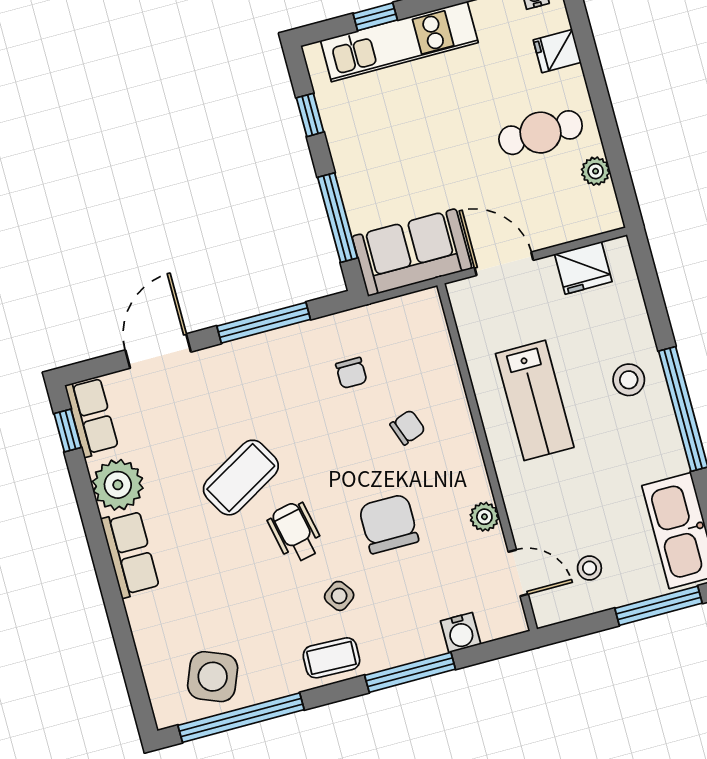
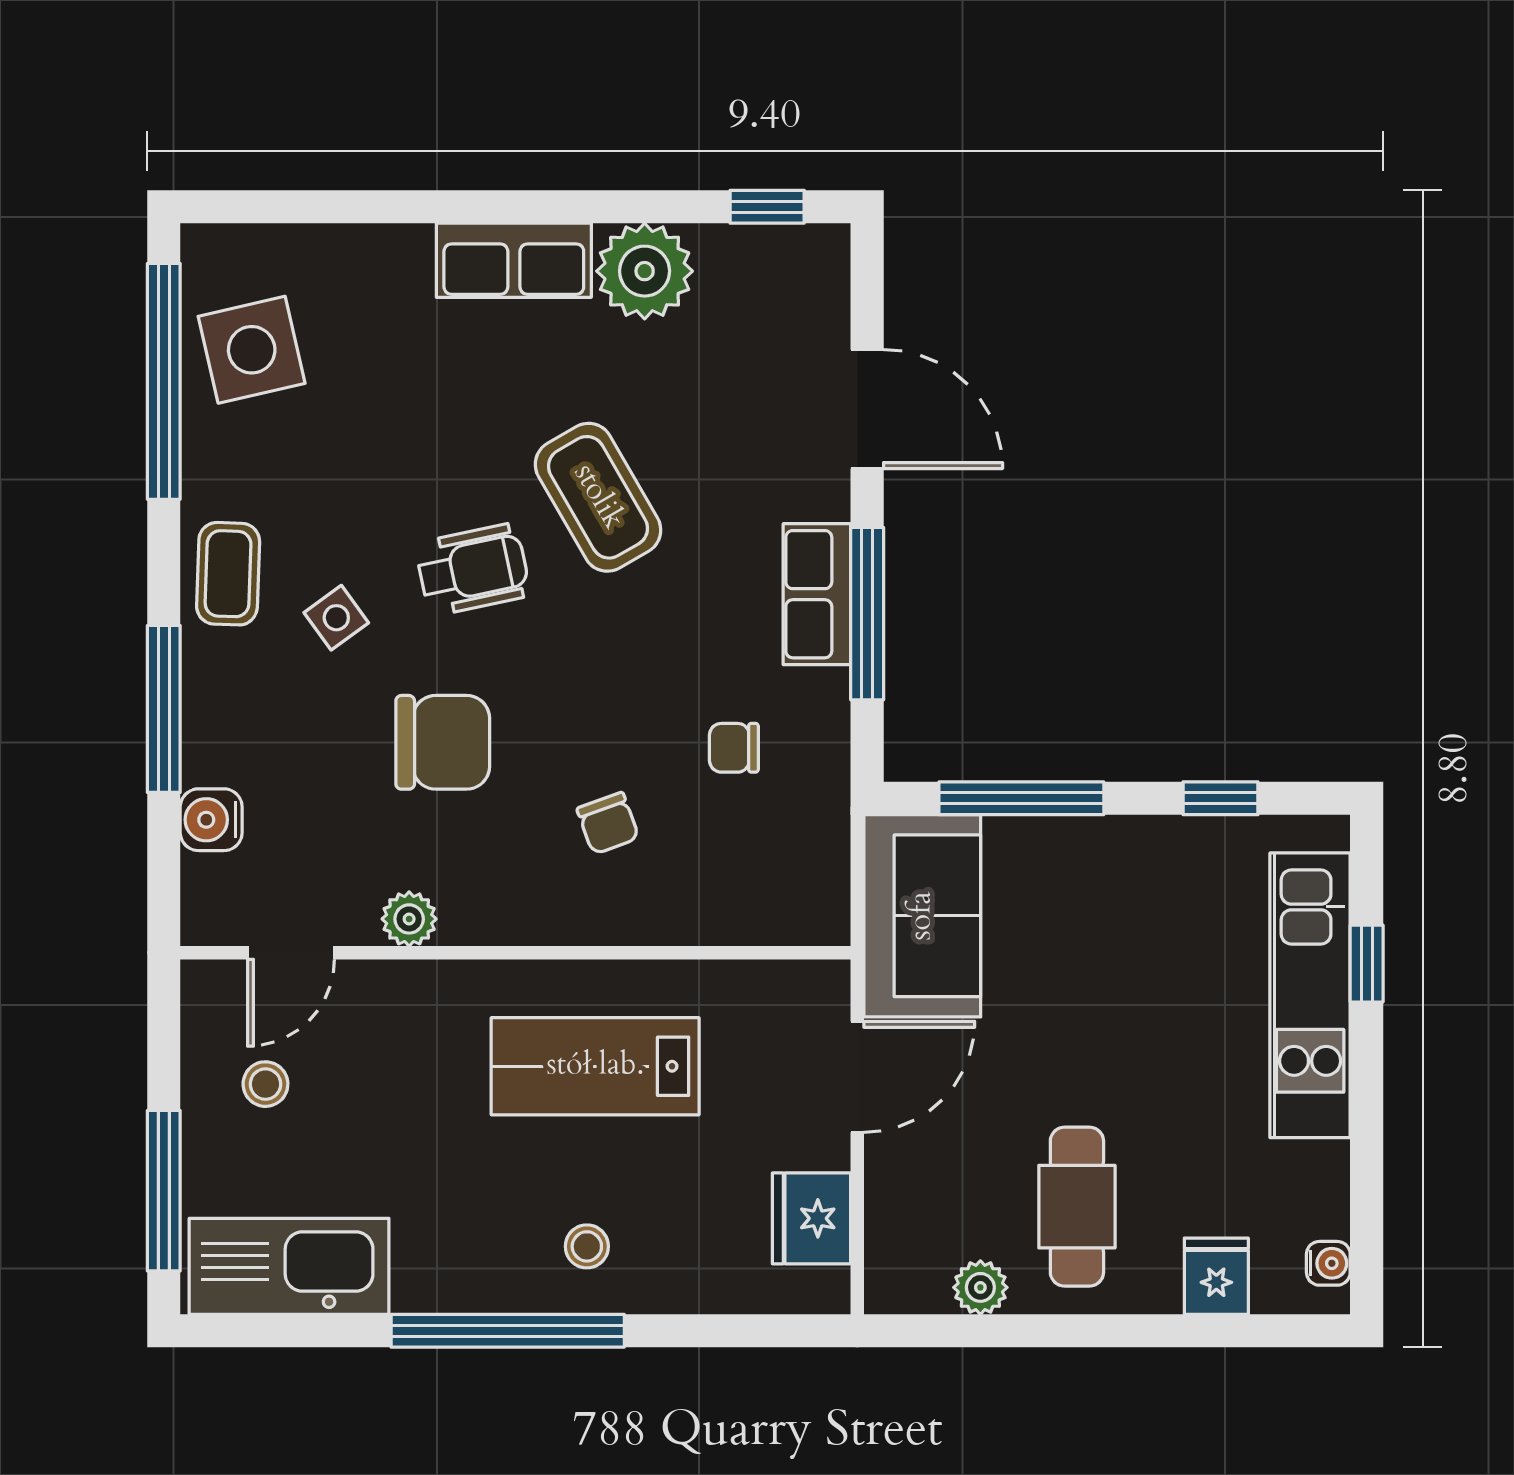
stool: (629, 380) -> (587, 1246), width x0.73, depth x0.73
row of seats: (92, 417) -> (817, 594), moved, turned 90
side table: (213, 677) -> (252, 350), turned -35

